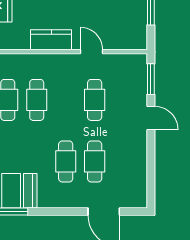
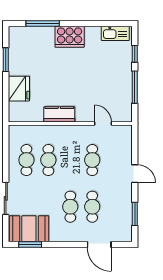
door: (91, 52) -> (103, 123), moved
window: (151, 79) -> (135, 214), moved

